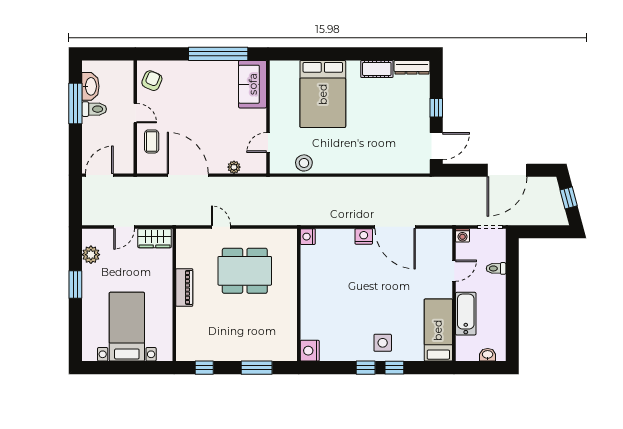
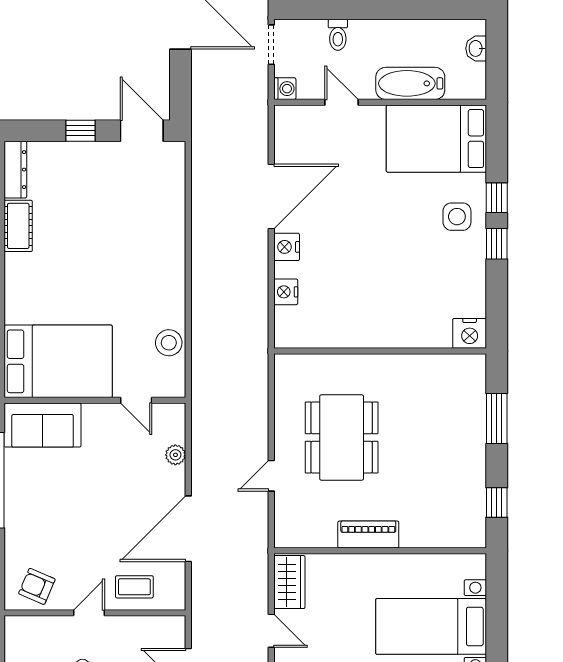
bed: (323, 94) -> (58, 361), moved
nightstand: (308, 237) -> (286, 292), moved, turned 90
bed: (438, 330) -> (436, 139), width x1.50

